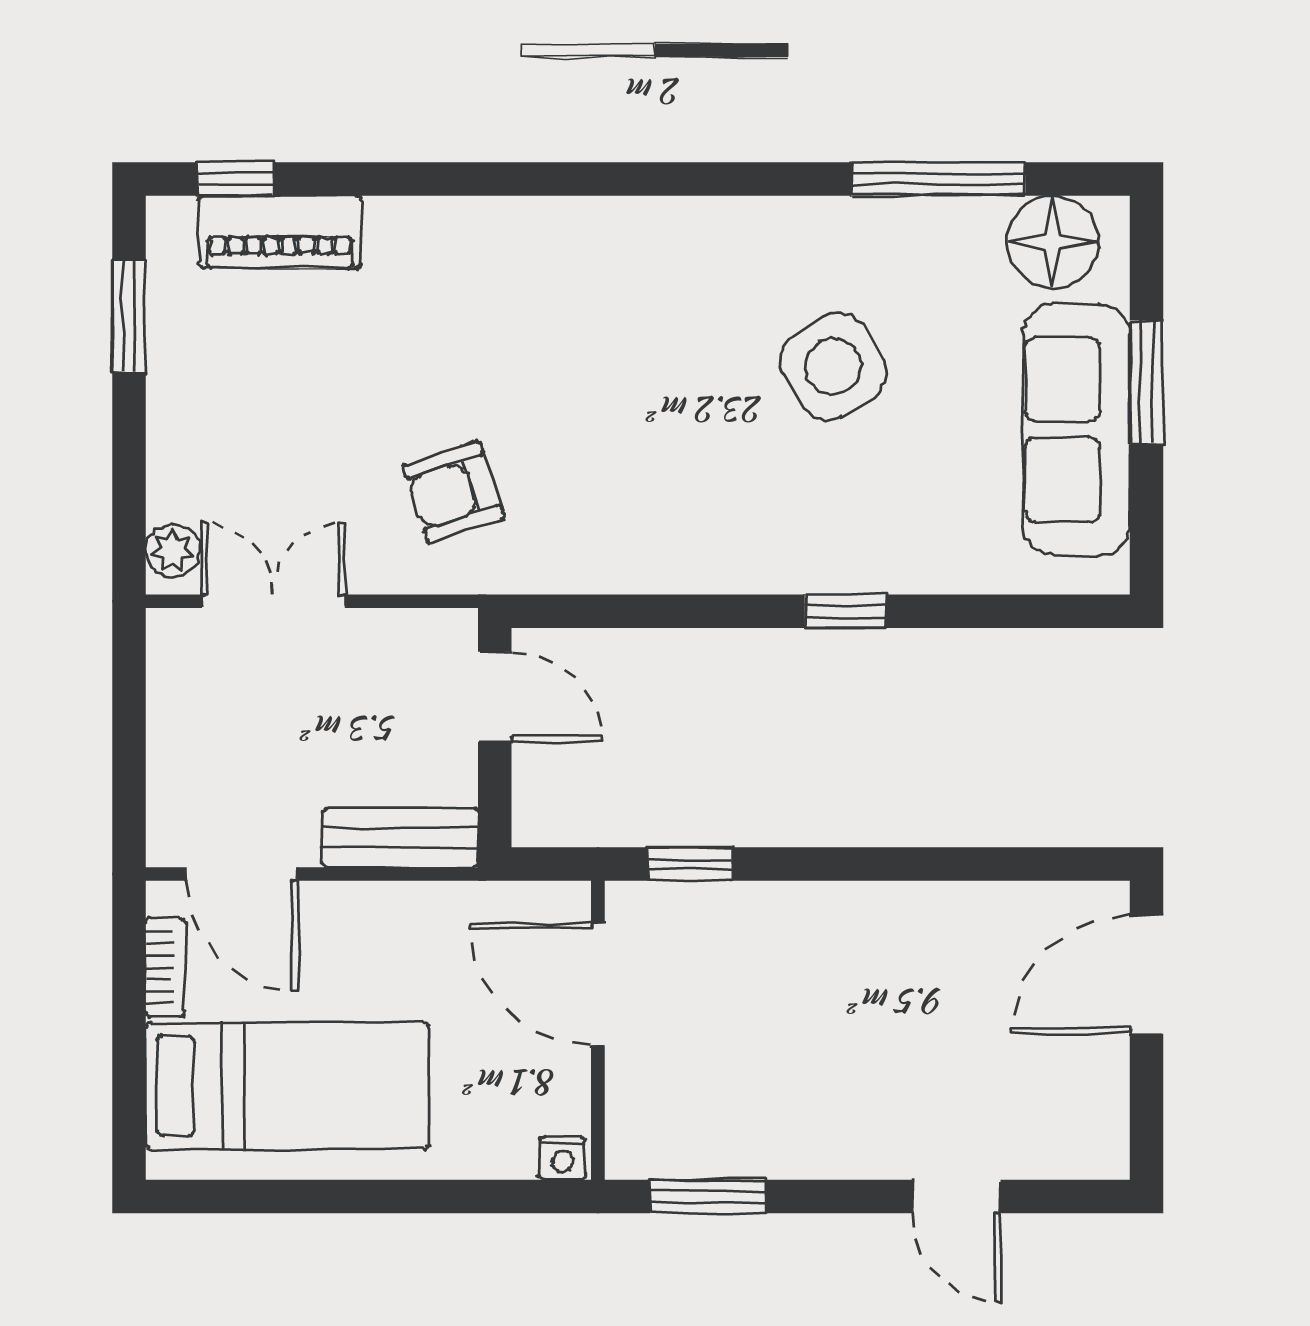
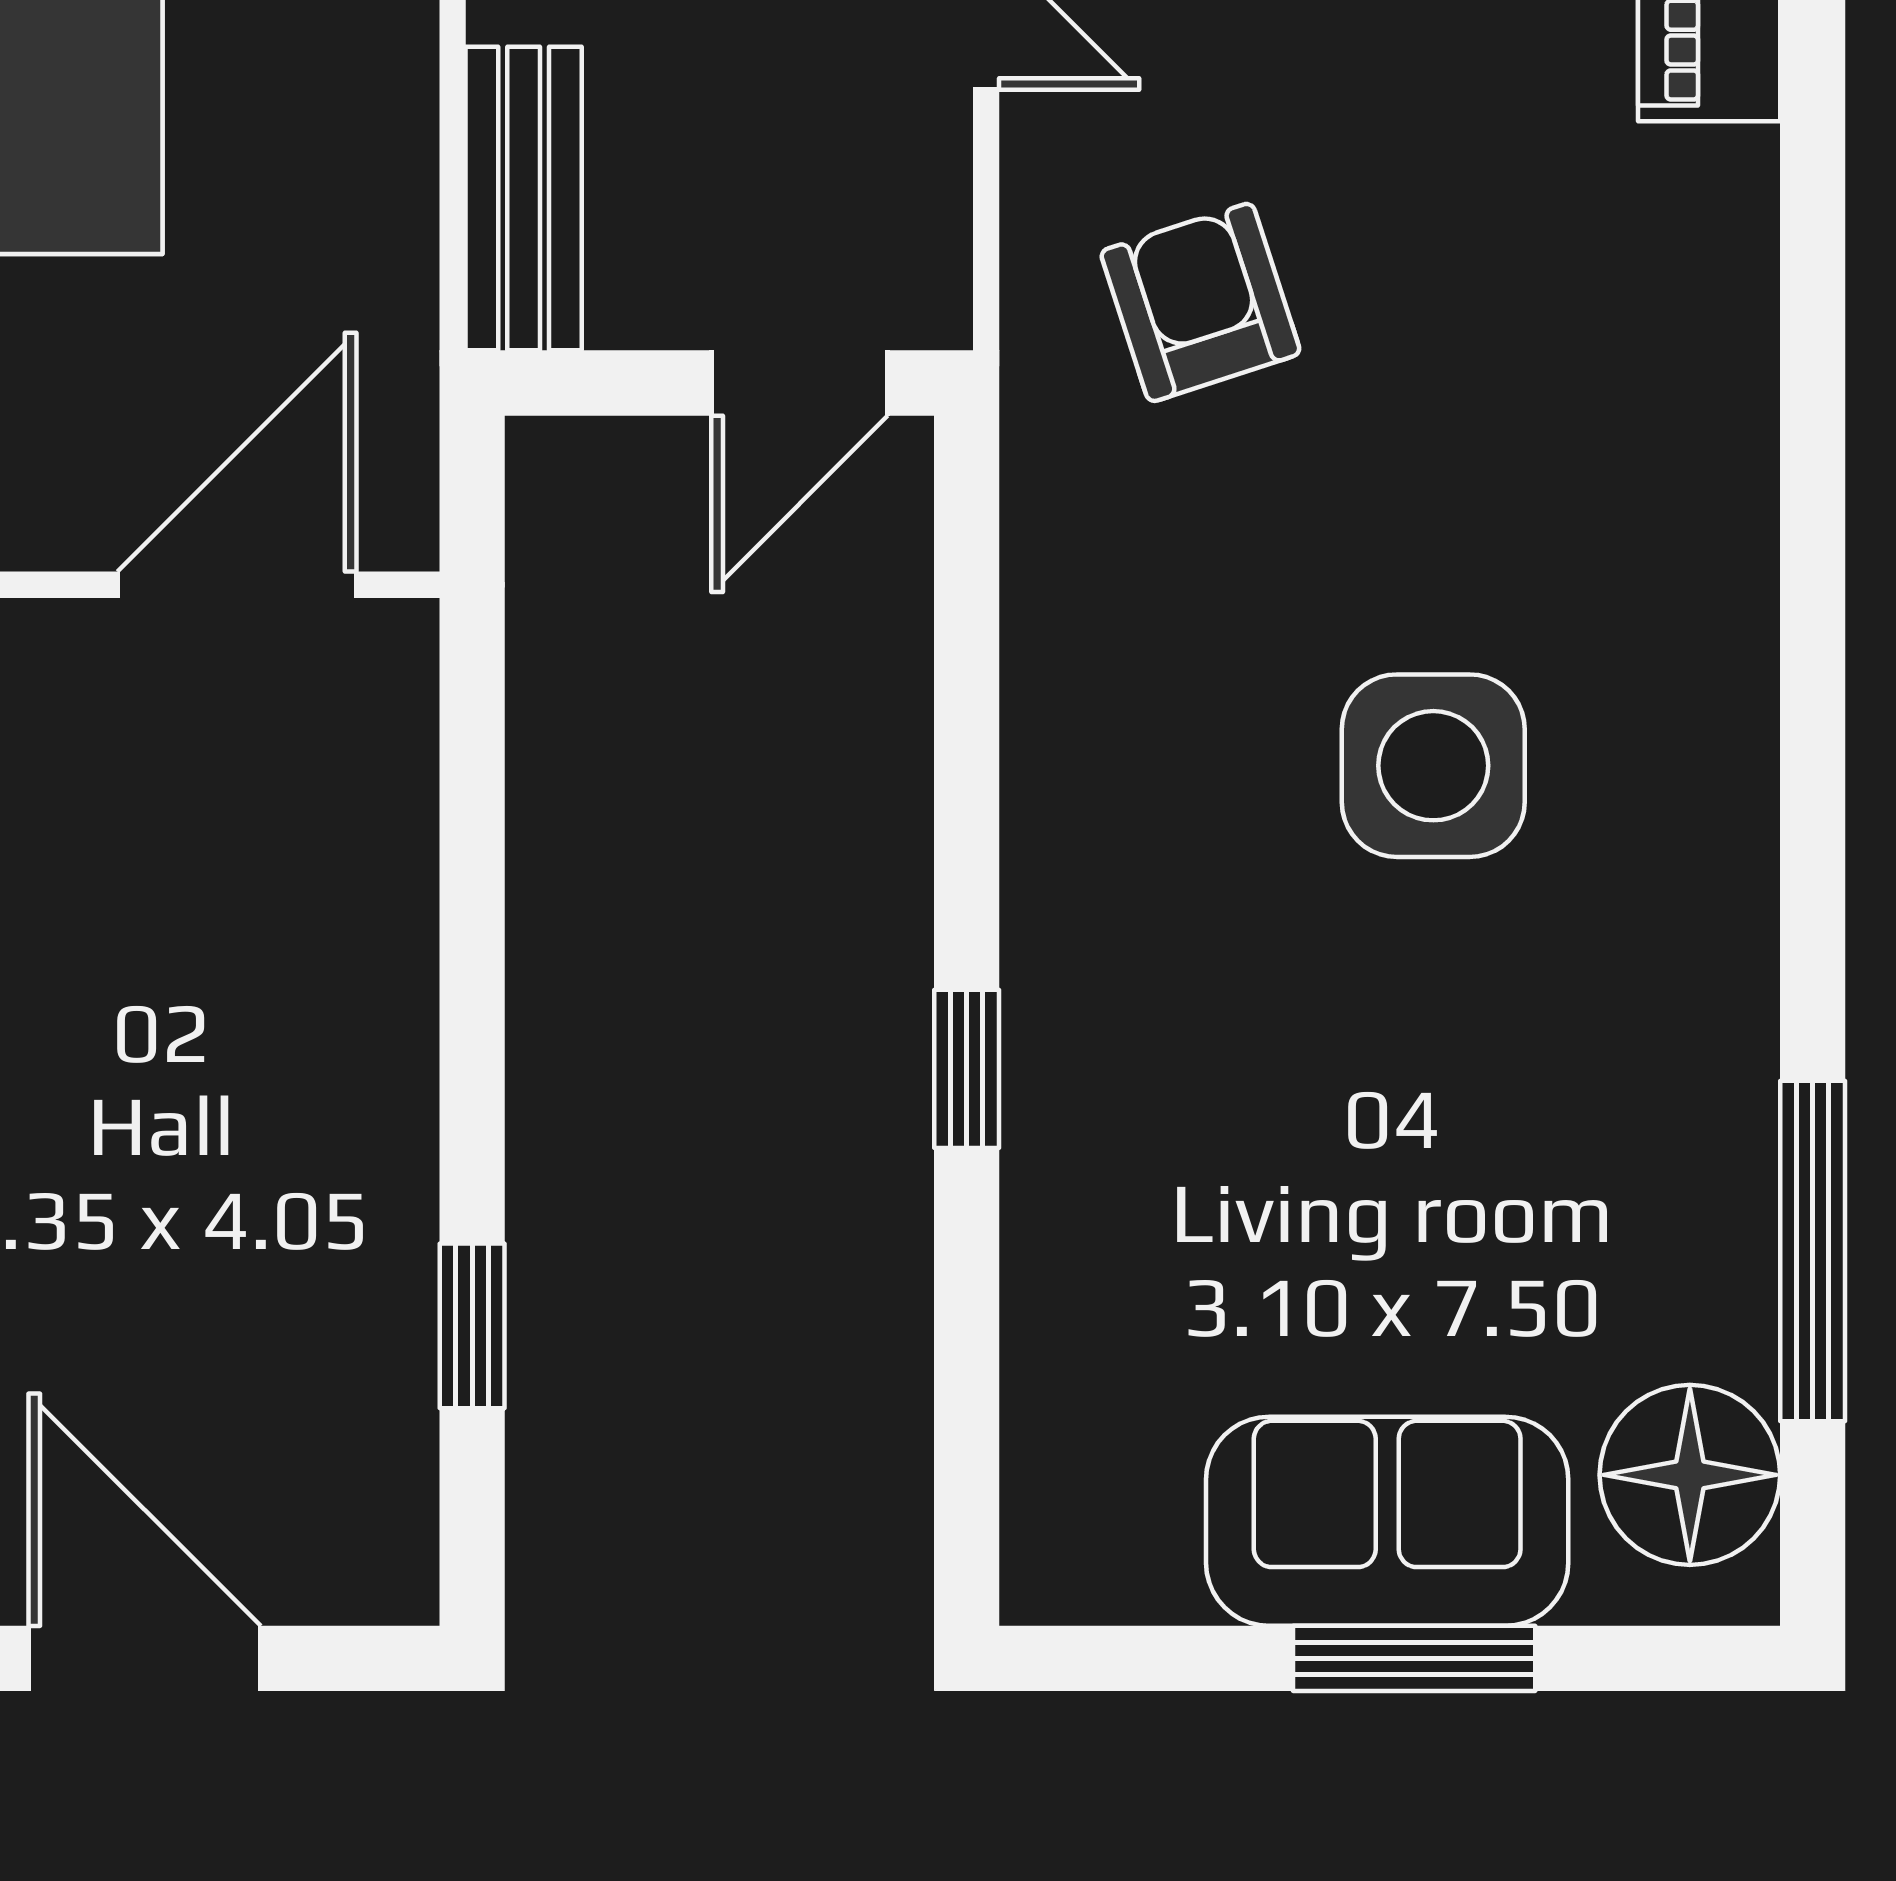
side table: (833, 366) -> (1433, 766), moved, turned 32
sofa: (1076, 430) -> (1387, 1521), width x0.73
window: (691, 864) -> (472, 1326), moved
door: (1147, 974) -> (145, 1658), moved

